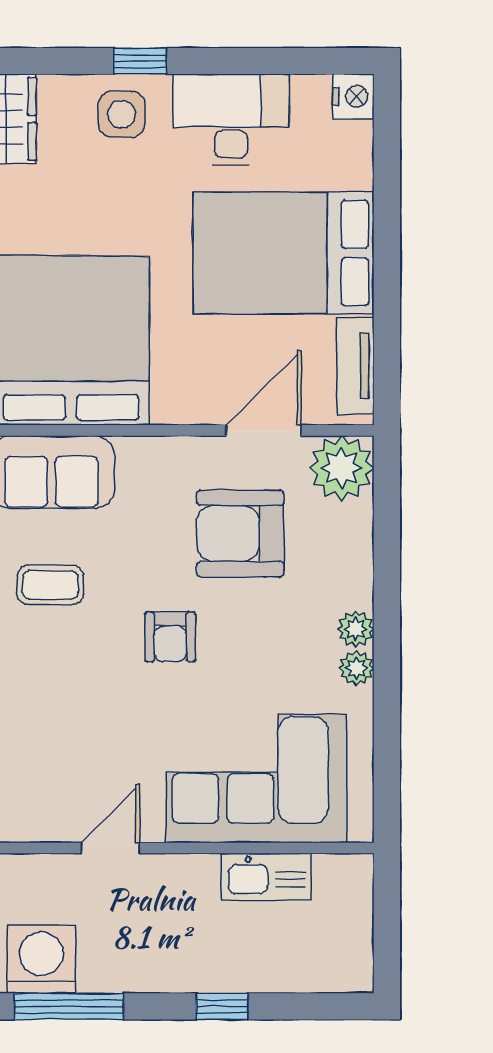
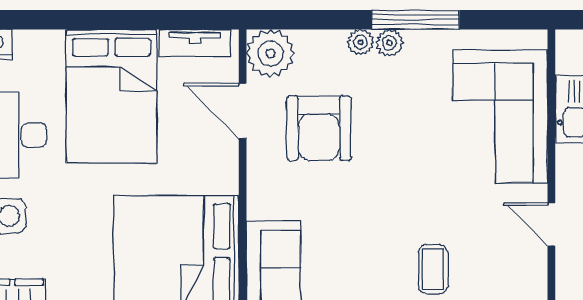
coffee table: (50, 585) -> (433, 269), moved
armchair: (170, 637) -> (395, 180), removed
window: (387, 664) -> (415, 20), added
plant: (357, 668) -> (361, 42), moved

